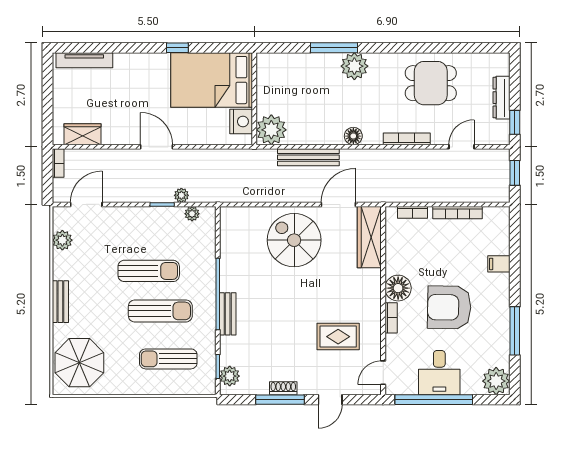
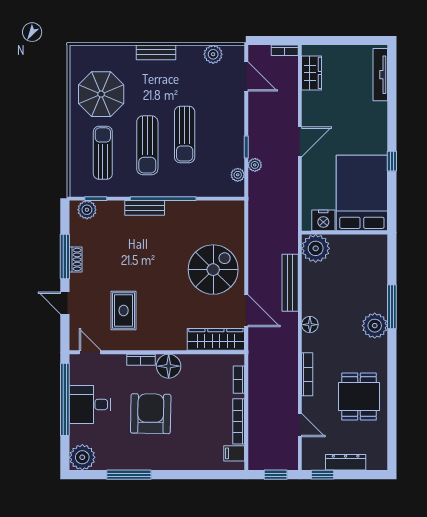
filing cabinet: (499, 264) -> (234, 453), moved, turned -90
parasol: (79, 363) -> (101, 94), moved

